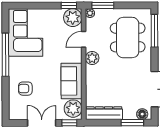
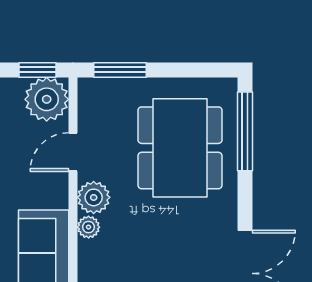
plant: (90, 13) -> (89, 227), moved

